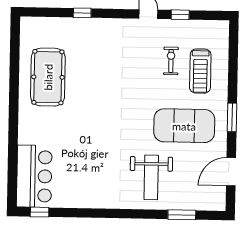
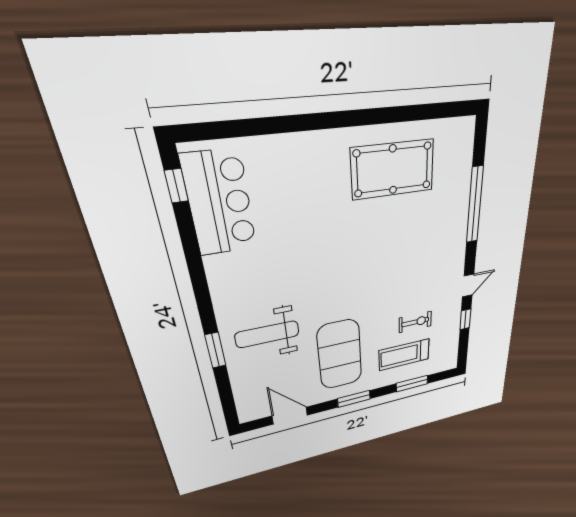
window: (82, 13) -> (475, 205), width x3.17
window: (233, 64) -> (412, 384), added
bar counter: (34, 176) -> (220, 203), moved, turned -90
window: (182, 215) -> (215, 350), moved

